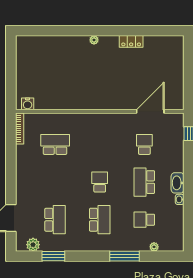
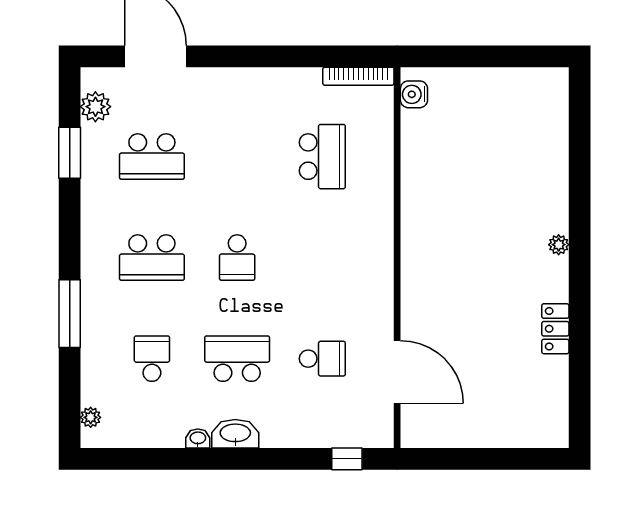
school desk: (100, 182) -> (237, 258), turned 90
plant: (154, 247) -> (91, 417), moved

